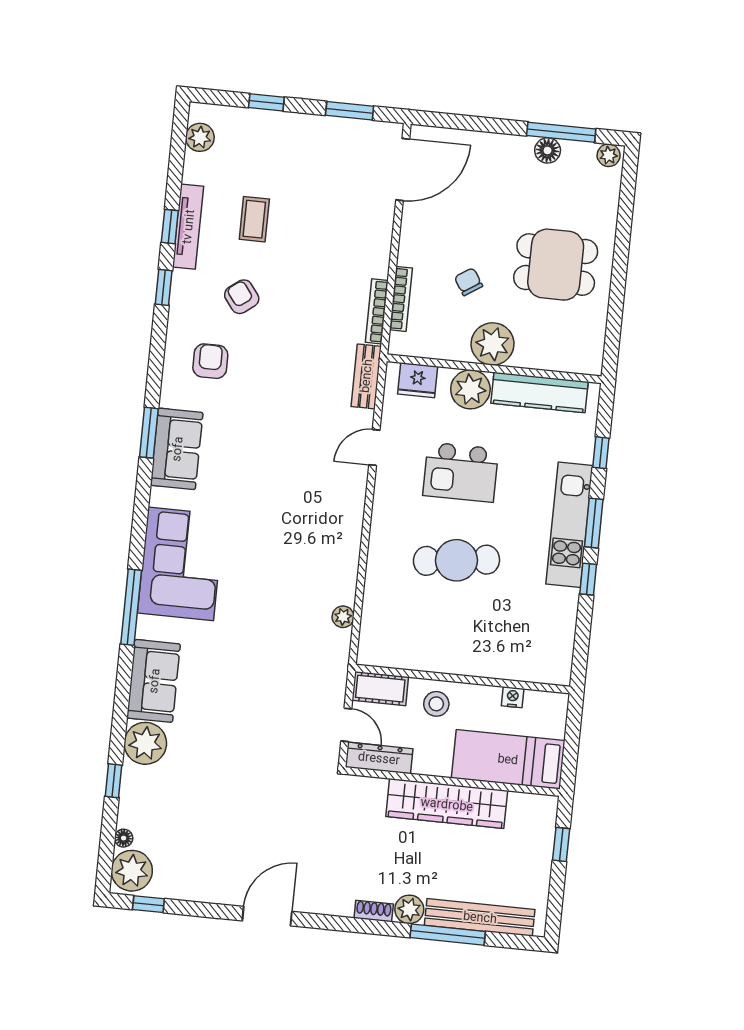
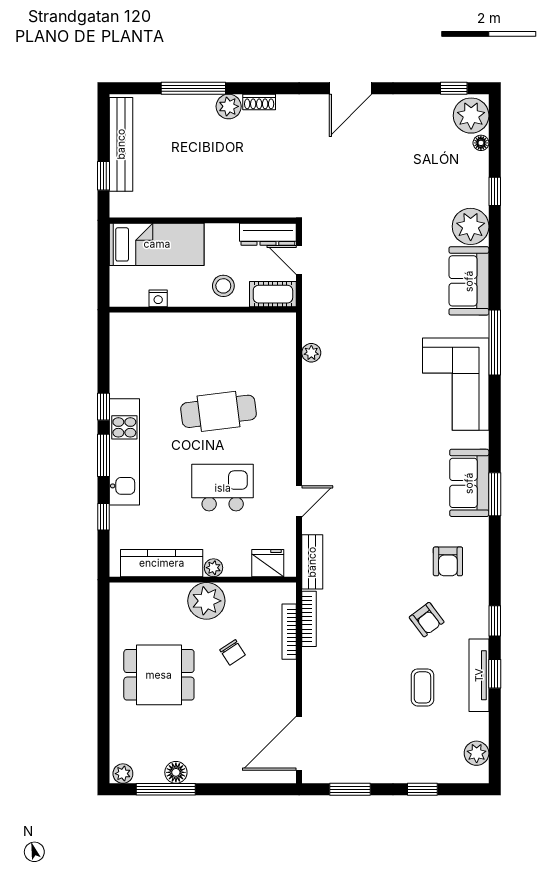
plant: (470, 389) -> (213, 568), width x0.53, depth x0.53
wardrobe: (447, 804) -> (206, 201), removed
bench: (480, 917) -> (121, 144), moved, turned 90

